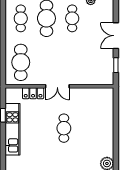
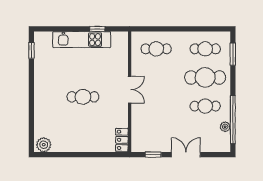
cafe table: (21, 62) -> (156, 49), width x0.73, depth x0.74
double door: (57, 86) -> (130, 90), swing flipped
locker: (33, 93) -> (122, 140), moved

